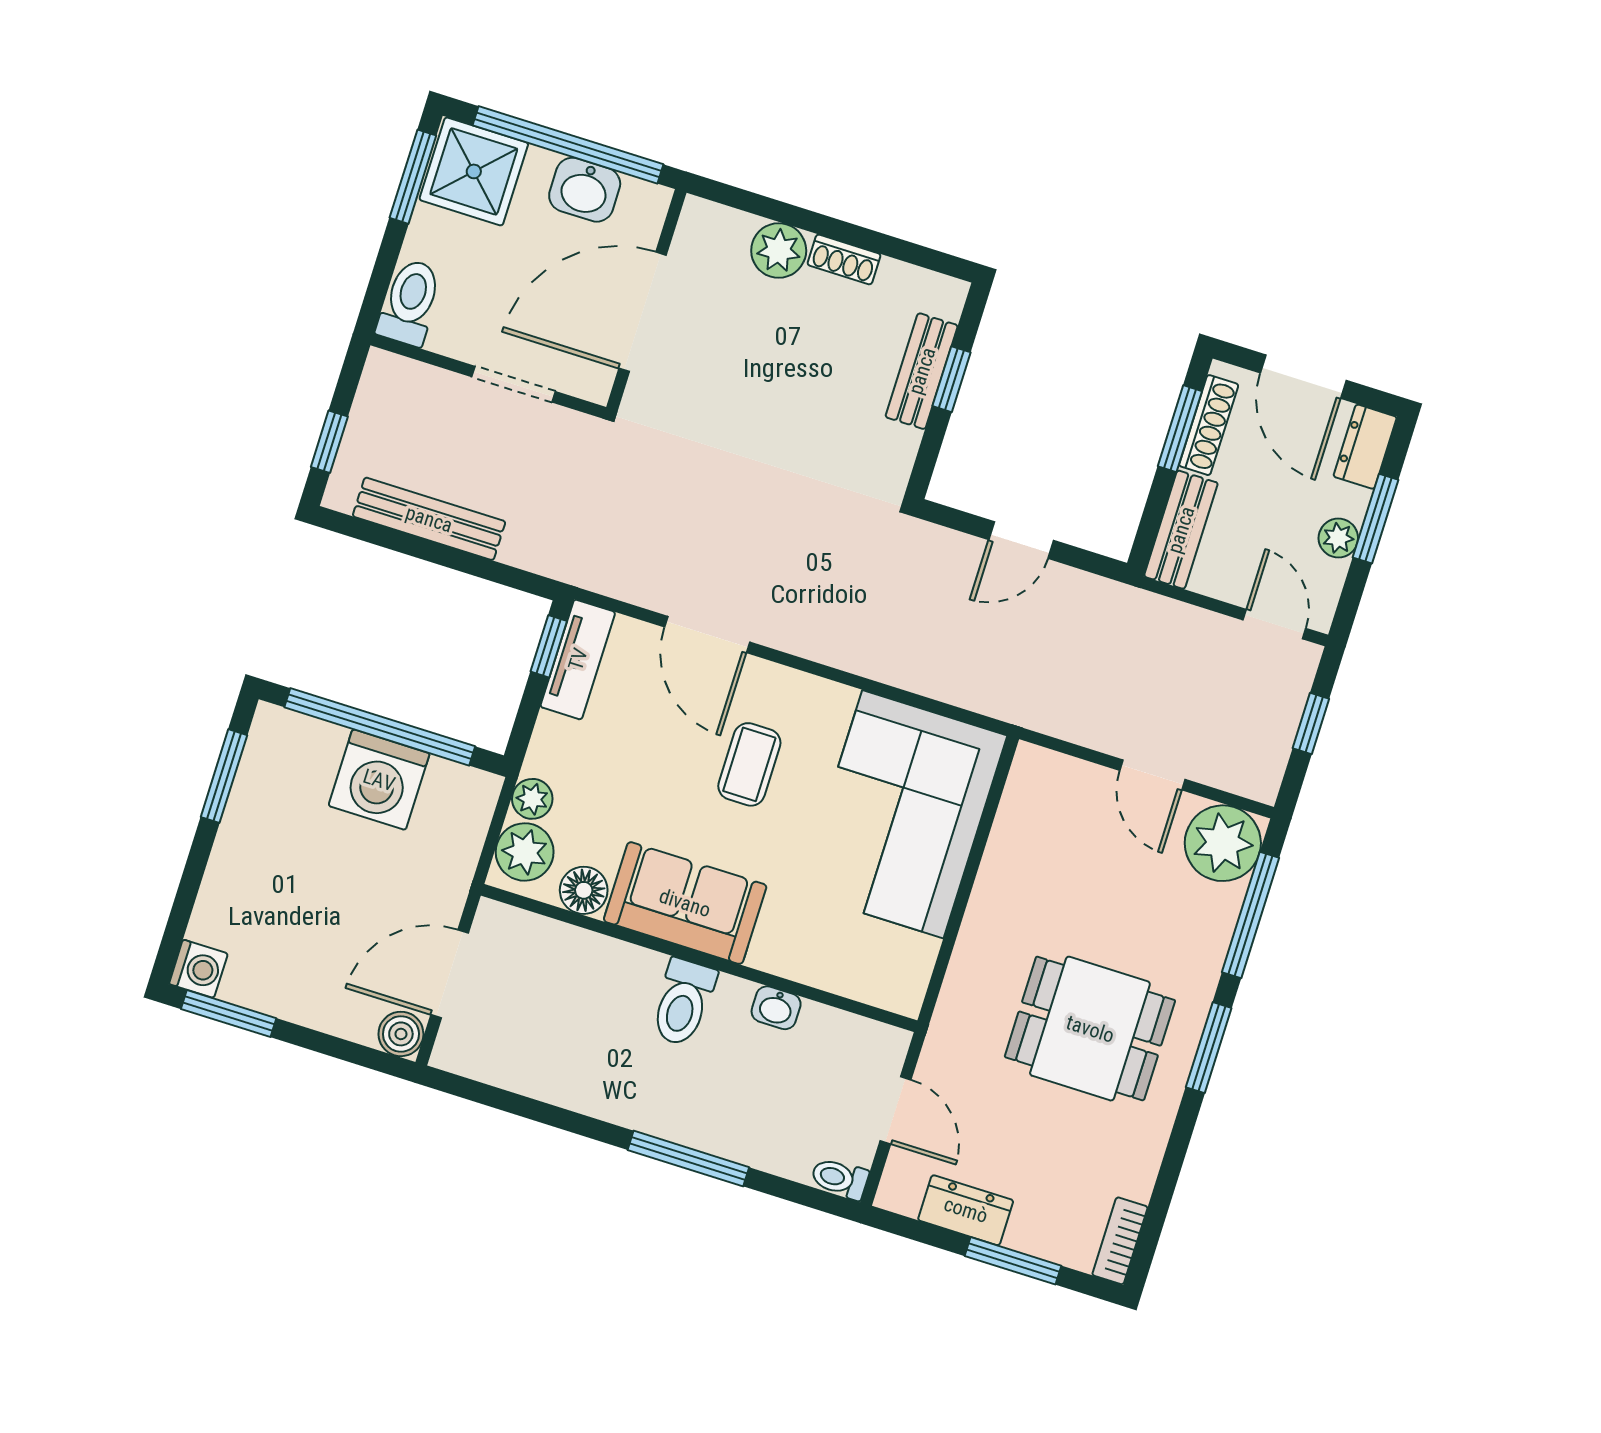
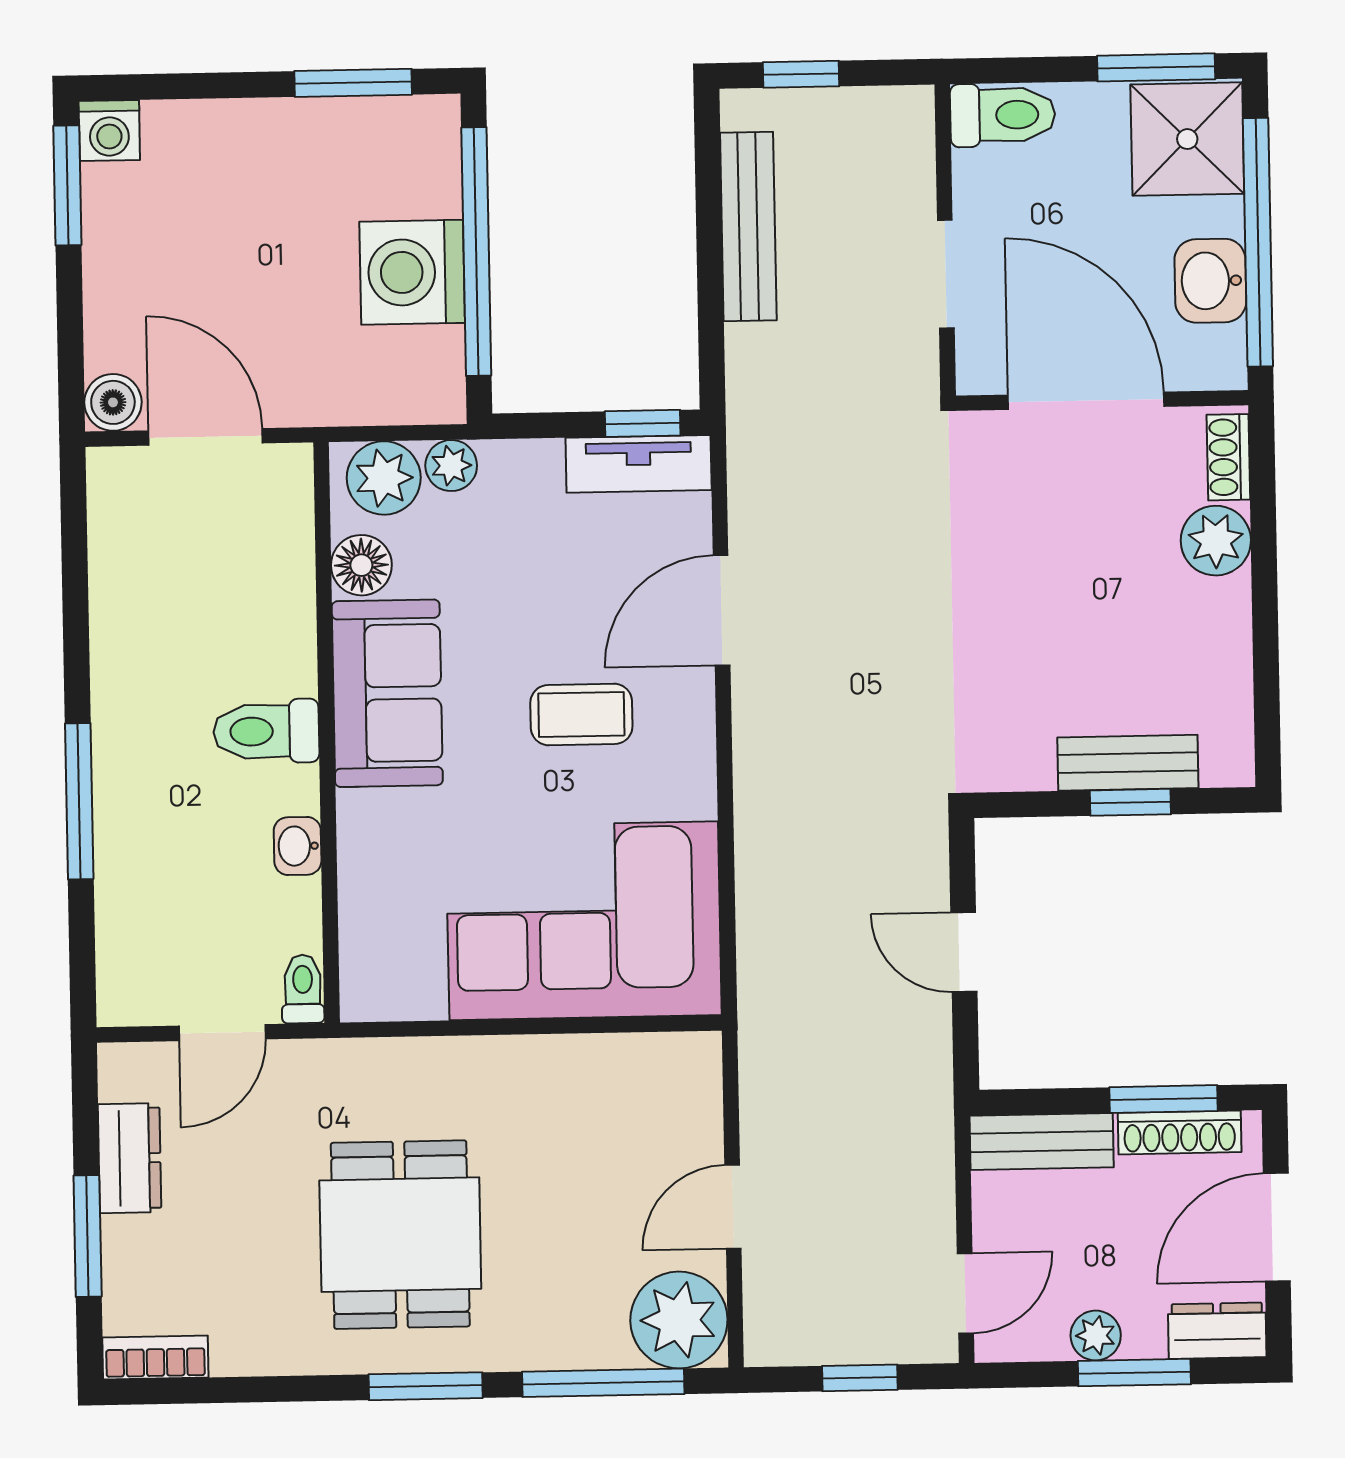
shoe rack: (844, 259) -> (1228, 457), moved
toilet: (840, 1178) -> (303, 989), moved

